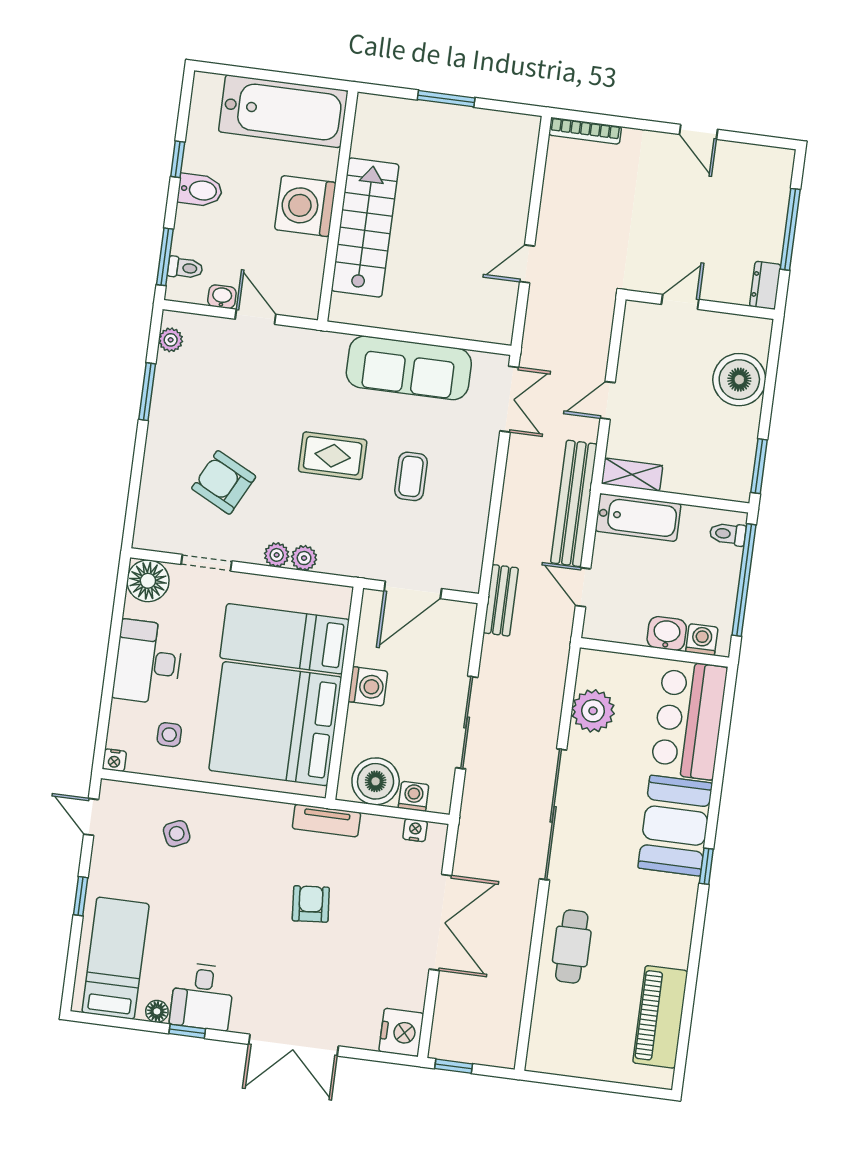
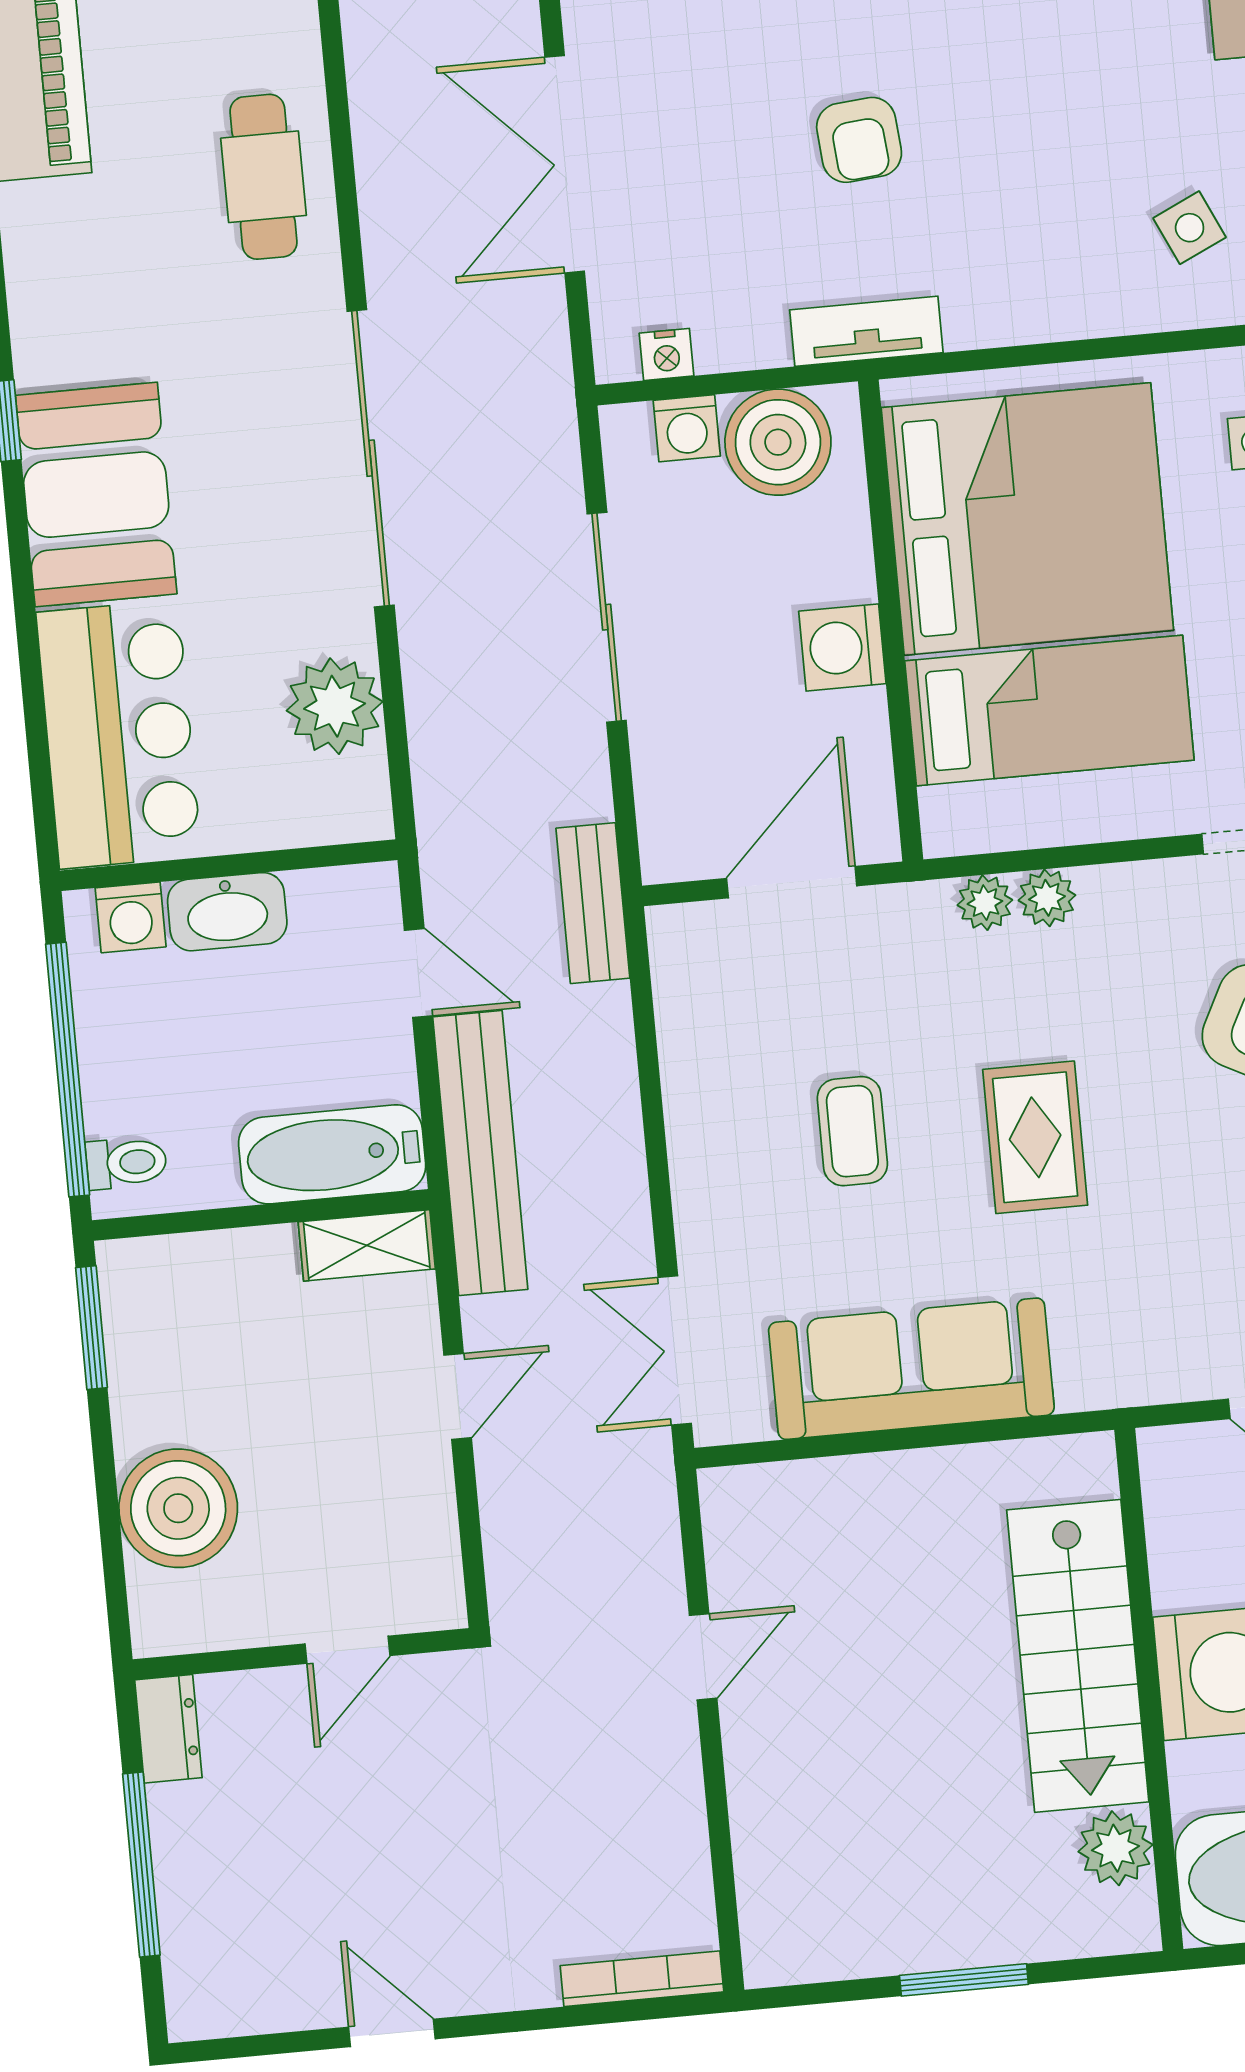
plant: (368, 141) -> (1115, 1848), added
rug: (333, 456) -> (1035, 1137), turned 90
plant: (277, 555) -> (985, 903), moved
washbasin: (667, 633) -> (227, 912), width x1.38

